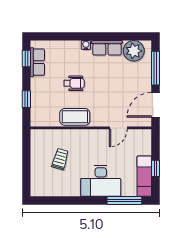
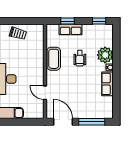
plant: (134, 51) -> (105, 55), moved
row of seats: (37, 62) -> (71, 30), moved
trolley: (60, 159) -> (18, 33), moved
window: (155, 168) -> (14, 122), removed

